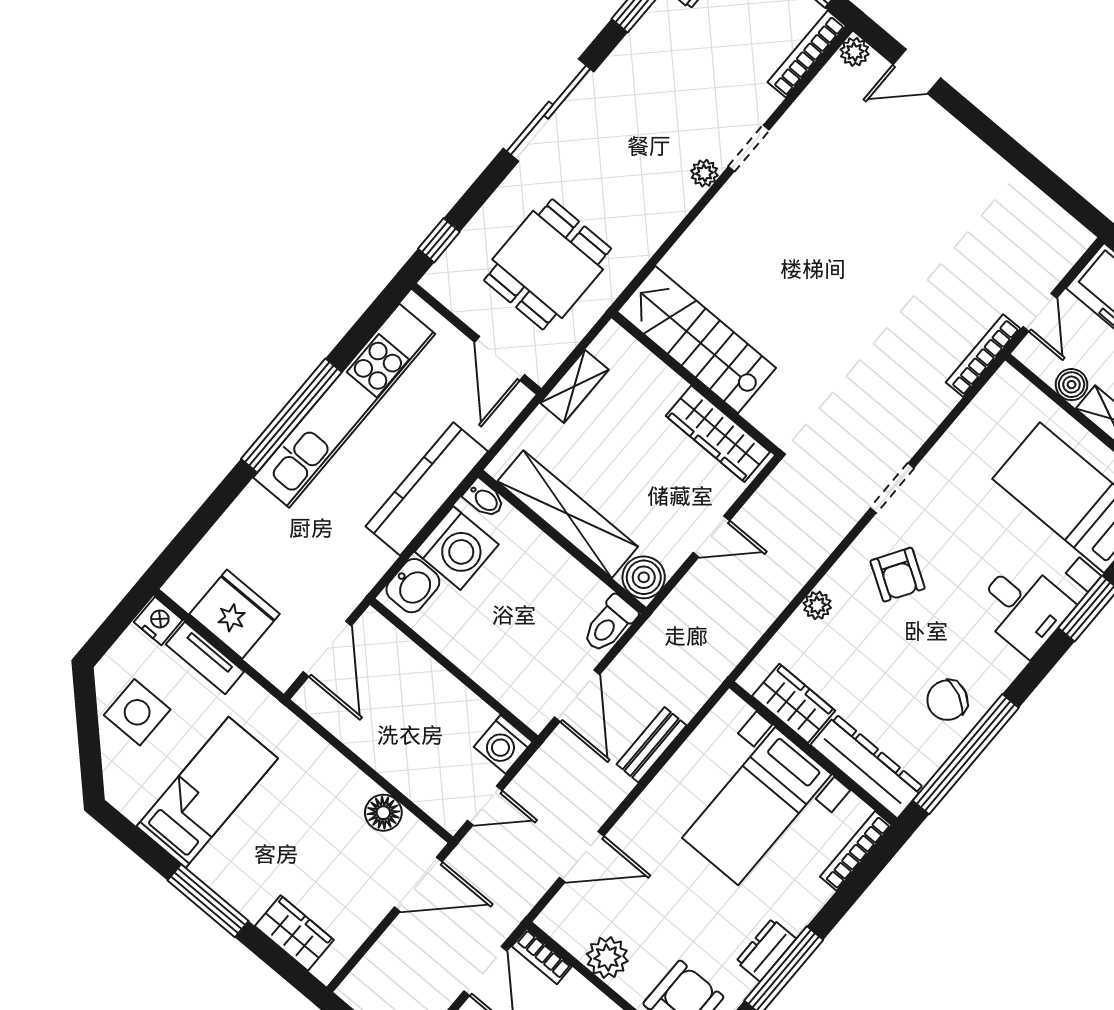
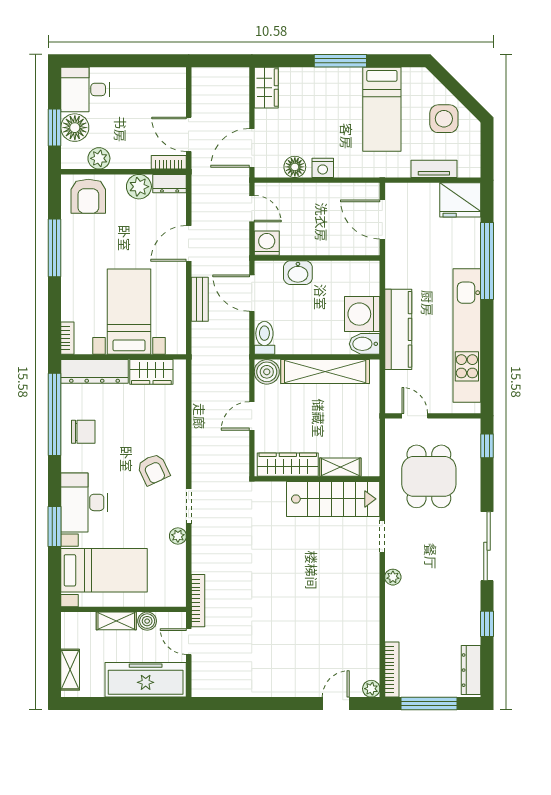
doorway: (749, 148) -> (382, 536), moved
door: (500, 358) -> (415, 416), width x0.73
shelving: (574, 386) -> (340, 467), moved, turned 90
window: (291, 416) -> (487, 261), moved
bidet: (484, 499) -> (365, 344), width x1.38, depth x1.36
armchair: (898, 575) -> (153, 469), turned -147
washbasin: (413, 586) -> (298, 273), moved, turned -90
plant: (817, 605) -> (178, 536), moved
desk: (1024, 607) -> (84, 502), width x1.37
fridge: (235, 614) -> (460, 200), moved
nightstand: (158, 621) -> (323, 168), moved
chair: (947, 700) -> (83, 432), turned 64
door: (485, 805) -> (252, 209), swing flipped
bookcase: (856, 851) -> (67, 338), width x0.64
door: (582, 857) -> (189, 243), moved
wardrobe: (294, 933) -> (266, 88), moved, turned -90
dresser: (766, 950) -> (170, 184), moved, turned 90

